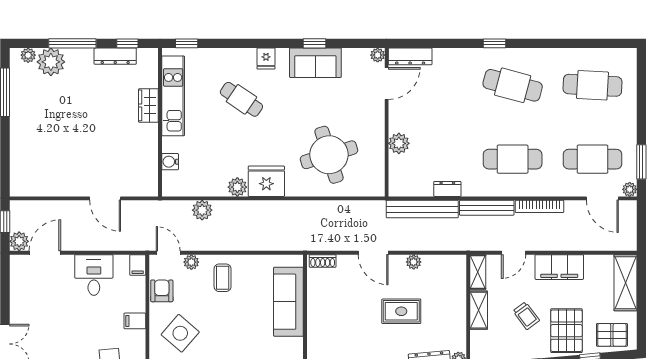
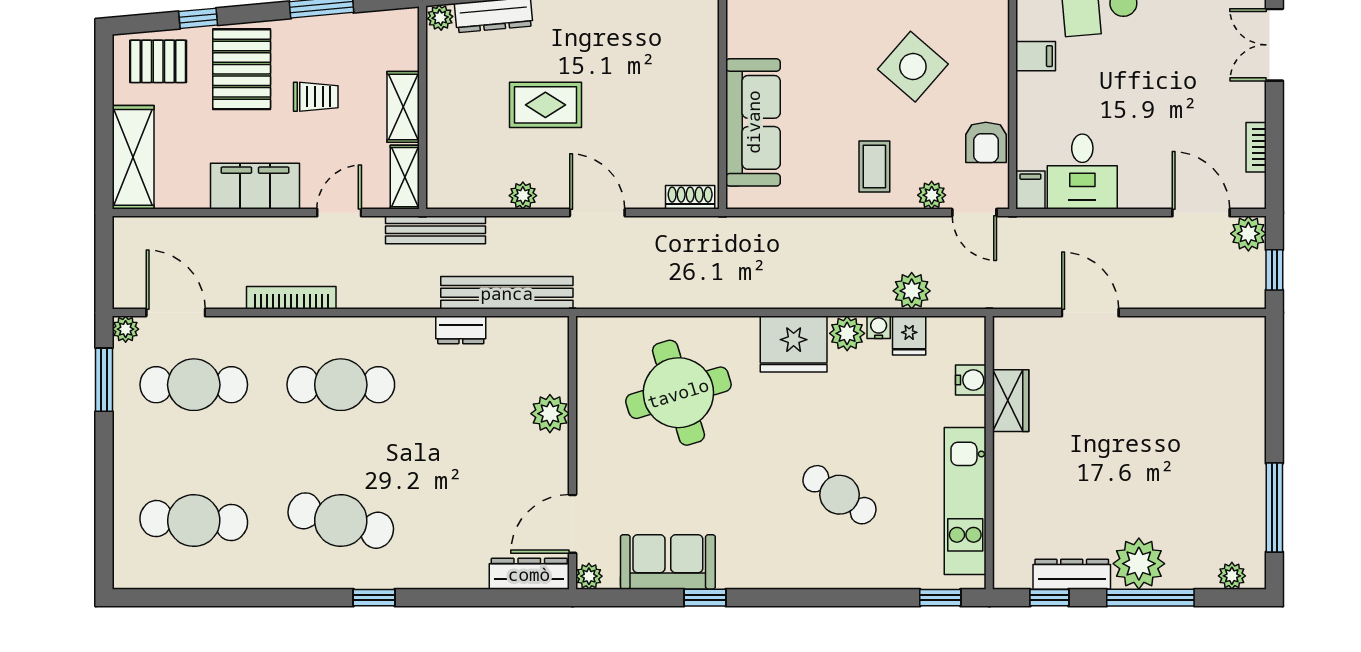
fridge: (266, 59) -> (909, 336), moved, turned 180
plant: (51, 62) -> (1139, 564), moved
sofa: (315, 63) -> (668, 562), moved
wardrobe: (148, 105) -> (1011, 401), moved
water cooler: (220, 190) -> (879, 327), added
bench: (487, 208) -> (436, 230), moved
door: (45, 253) -> (1201, 213), swing flipped
desk: (94, 275) -> (1082, 172), moved
bookcase: (15, 288) -> (1256, 147), added
trolley: (526, 316) -> (316, 97), turned 127
filing cabinet: (135, 321) -> (1036, 56), moved
side table: (180, 333) -> (913, 67), moved

